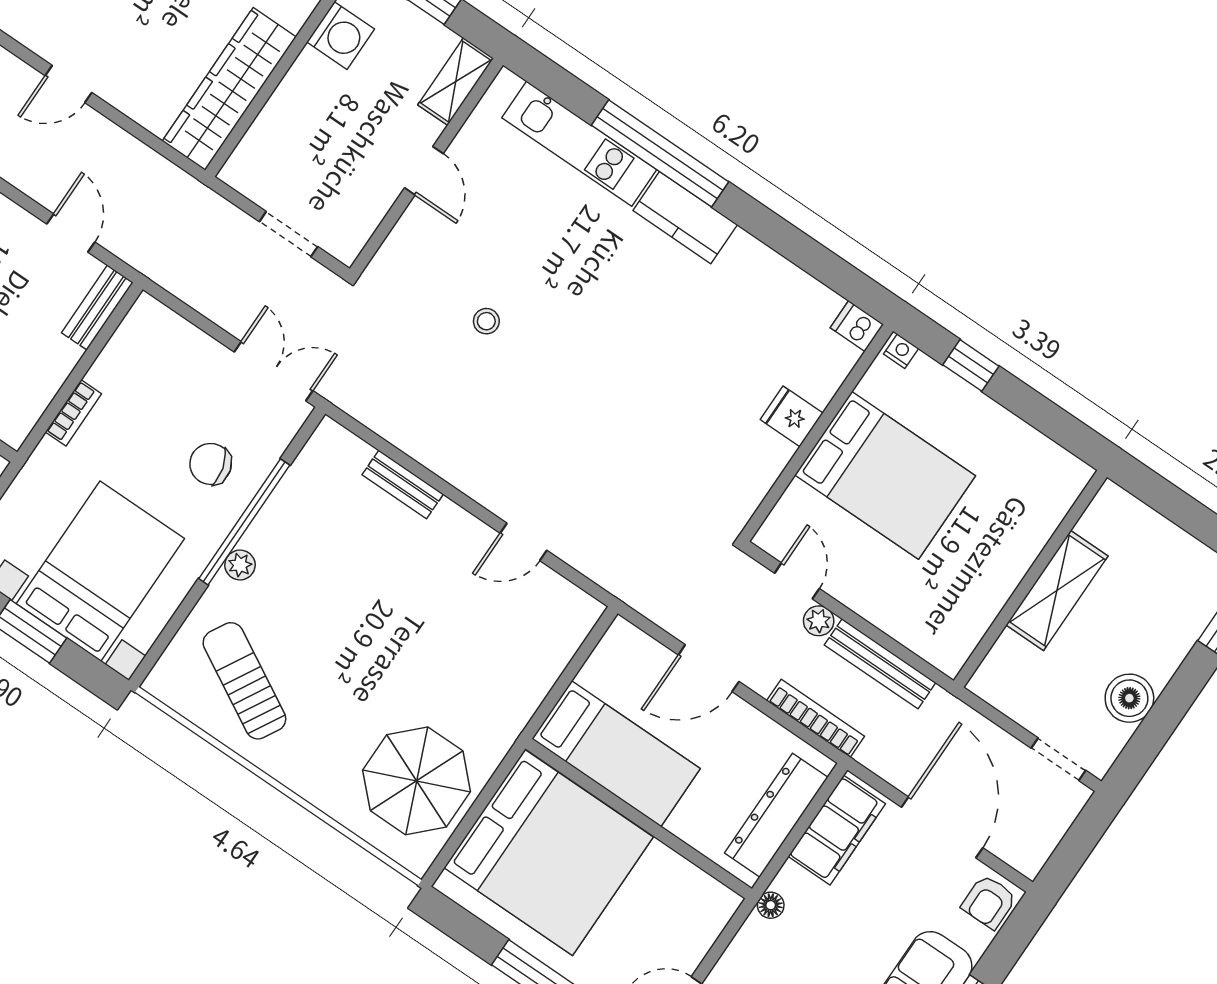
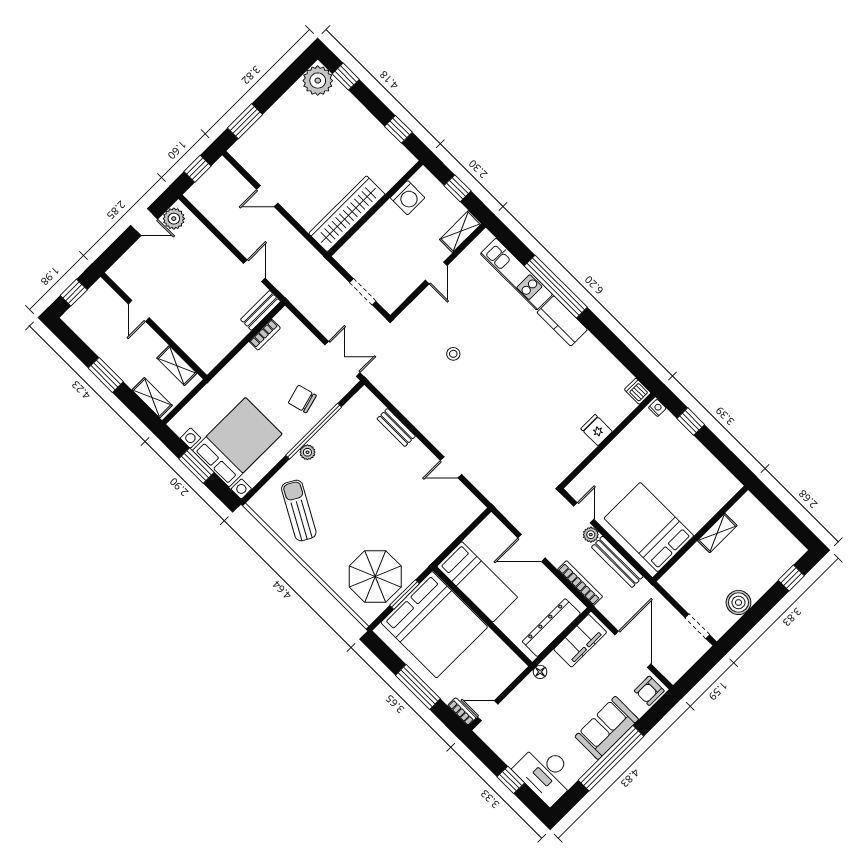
bookcase: (73, 413) -> (265, 335), moved
bed: (885, 475) -> (649, 527), moved, turned 180
shelving: (1057, 591) -> (717, 533), width x0.67, depth x0.75
window: (480, 805) -> (405, 594), added

